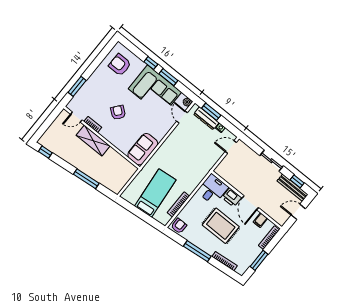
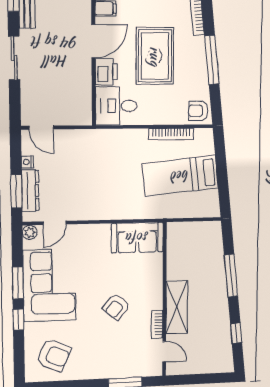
armchair: (120, 65) -> (54, 355), turned -66
window: (45, 152) -> (236, 333), moved

